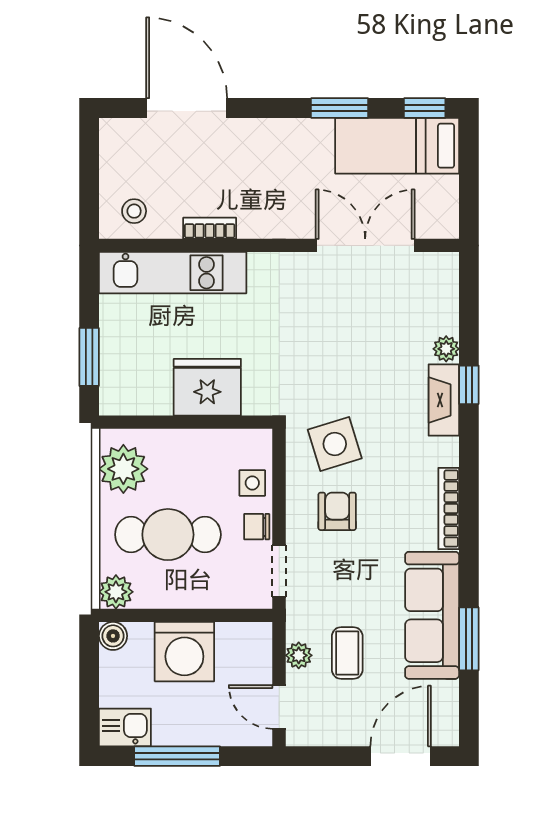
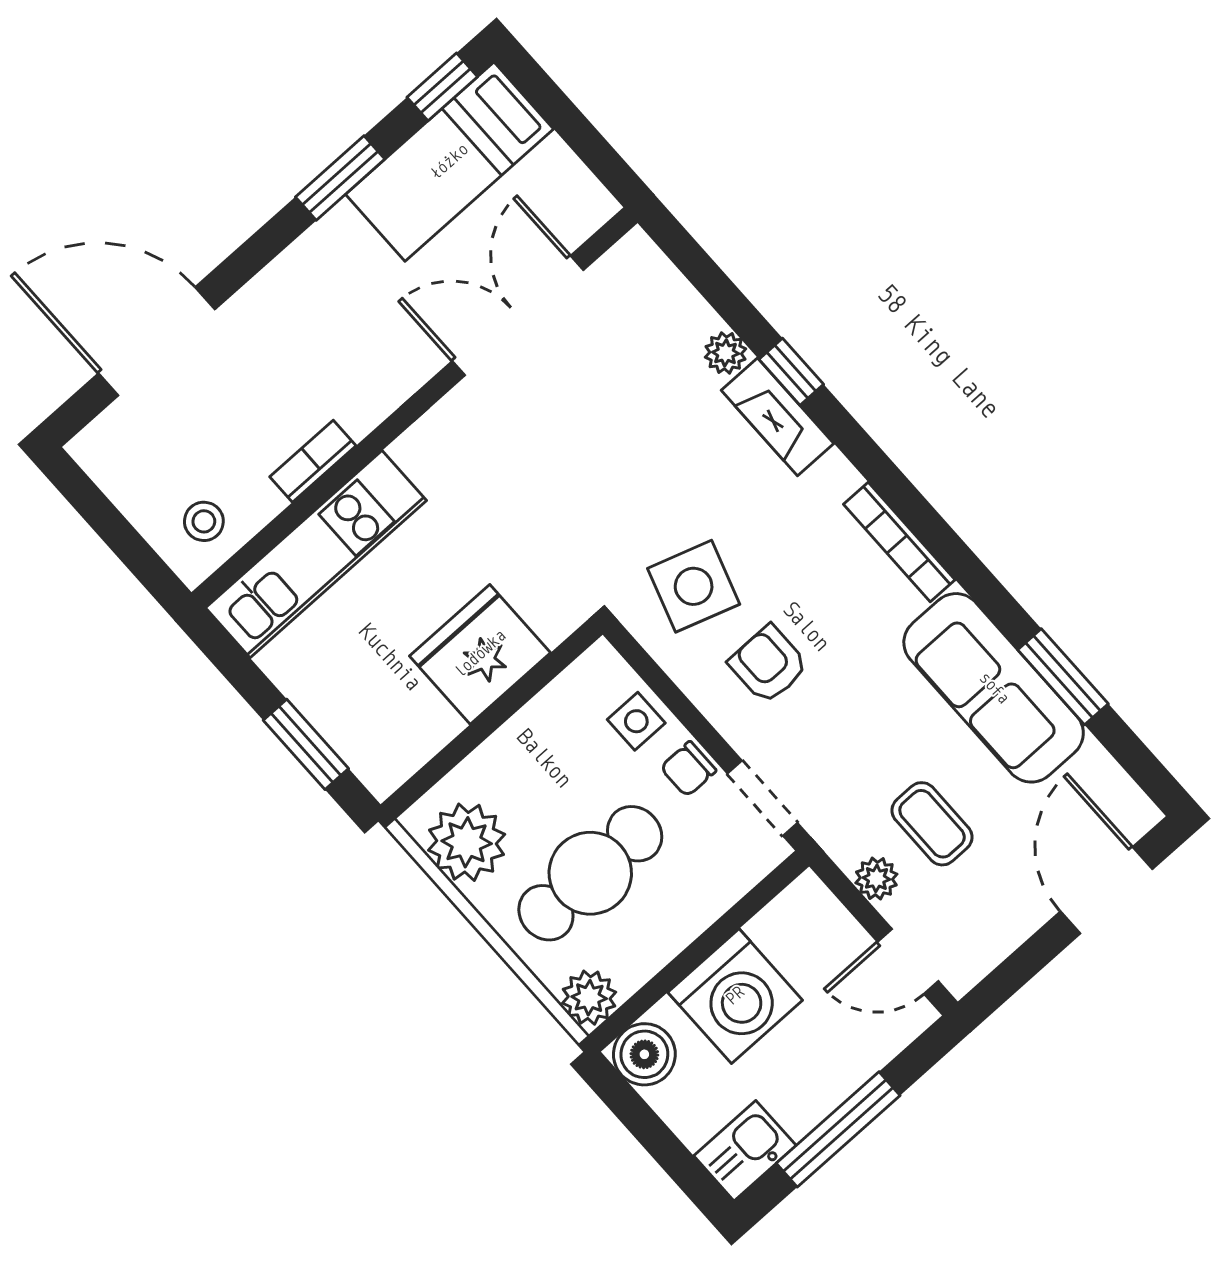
side table: (335, 444) -> (694, 586), turned 35
boiler: (113, 636) -> (644, 1054), width x1.36, depth x1.36

